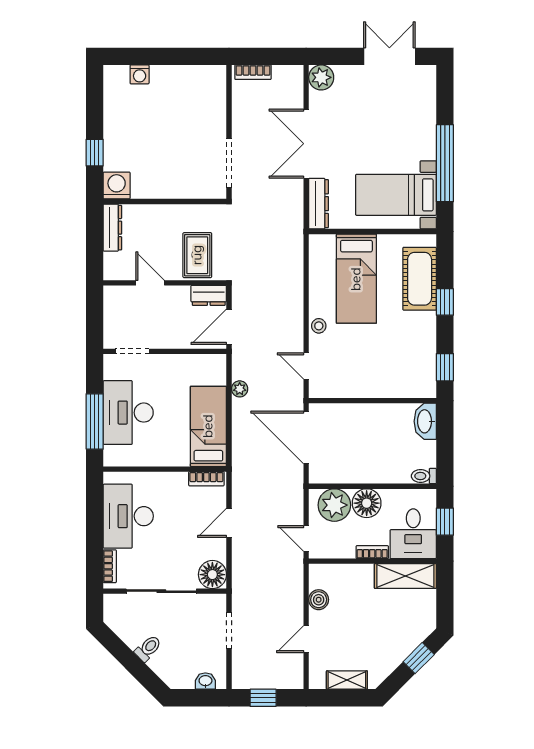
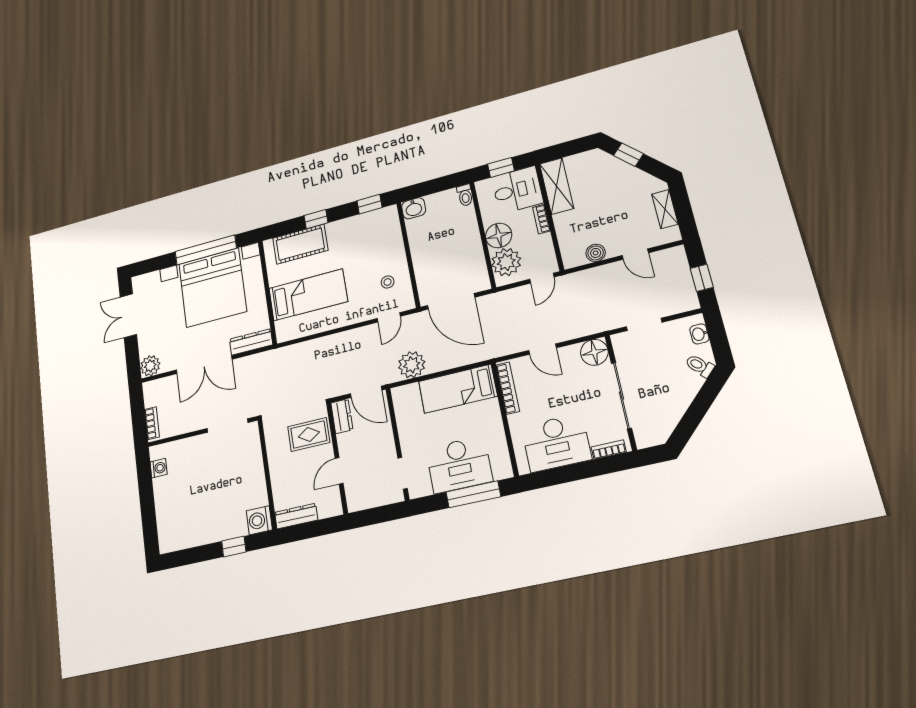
washing machine: (140, 74) -> (158, 468), moved
bed with nightstands: (396, 195) -> (213, 288), width x1.85
stool: (319, 326) -> (388, 282), moved
plant: (240, 389) -> (412, 365), width x1.87, depth x1.87
washbasin: (425, 421) -> (414, 208), width x0.72
door: (306, 438) -> (451, 301), hinge flipped
bookcase: (206, 479) -> (508, 388), width x1.56
toilet: (148, 648) -> (700, 366), moved

